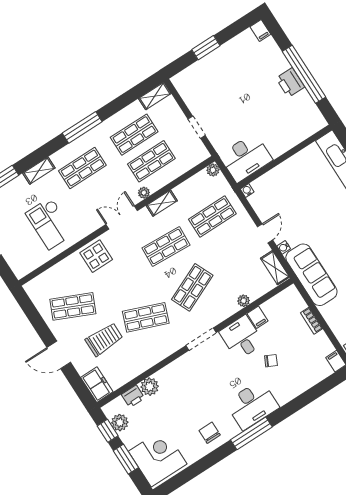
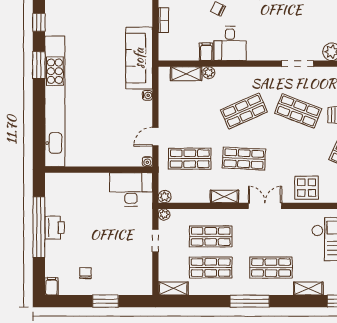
chair: (239, 60) -> (85, 273), added
plant: (144, 193) -> (164, 215), moved
double door: (122, 218) -> (265, 206), swing flipped
door: (265, 233) -> (155, 137), moved
shelving: (275, 268) -> (186, 74), moved, turned 90
doorway: (201, 339) -> (298, 64), moved

